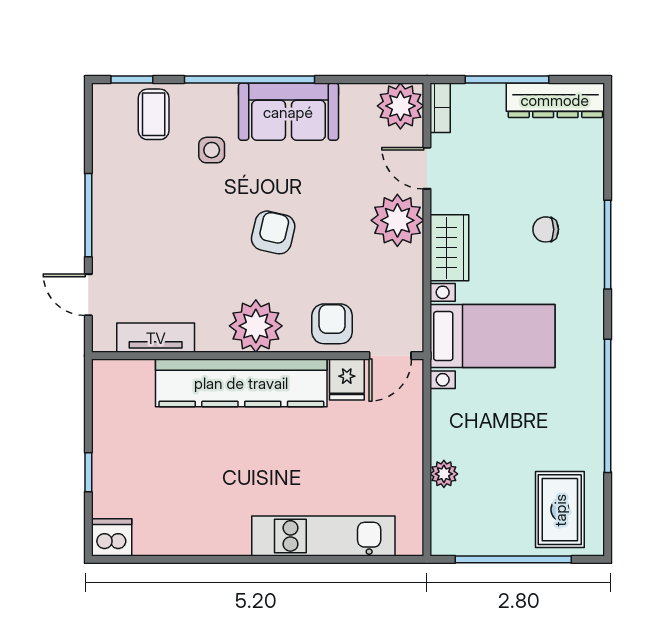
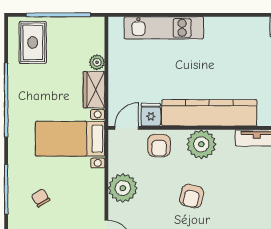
plant: (397, 220) -> (123, 188), moved
chair: (546, 229) -> (41, 198), turned -122
wardrobe: (449, 248) -> (94, 90), moved

